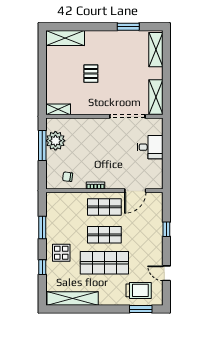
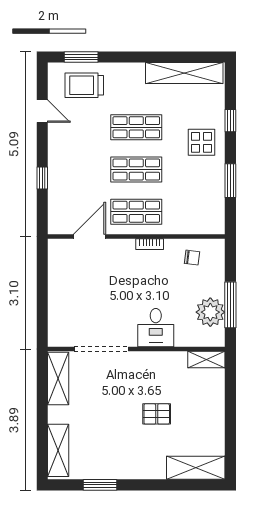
pallet: (91, 74) -> (157, 414), turned 90
desk: (150, 147) -> (156, 328), moved, turned -90
shop shelf: (104, 263) -> (136, 127), width x0.70, depth x0.74

